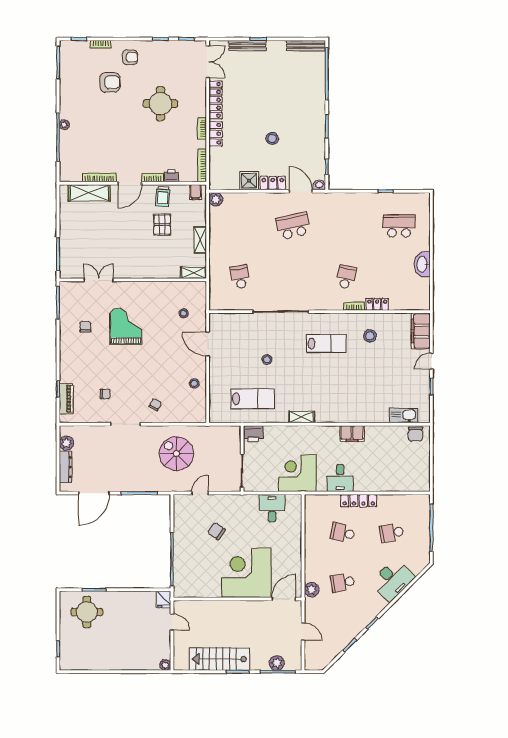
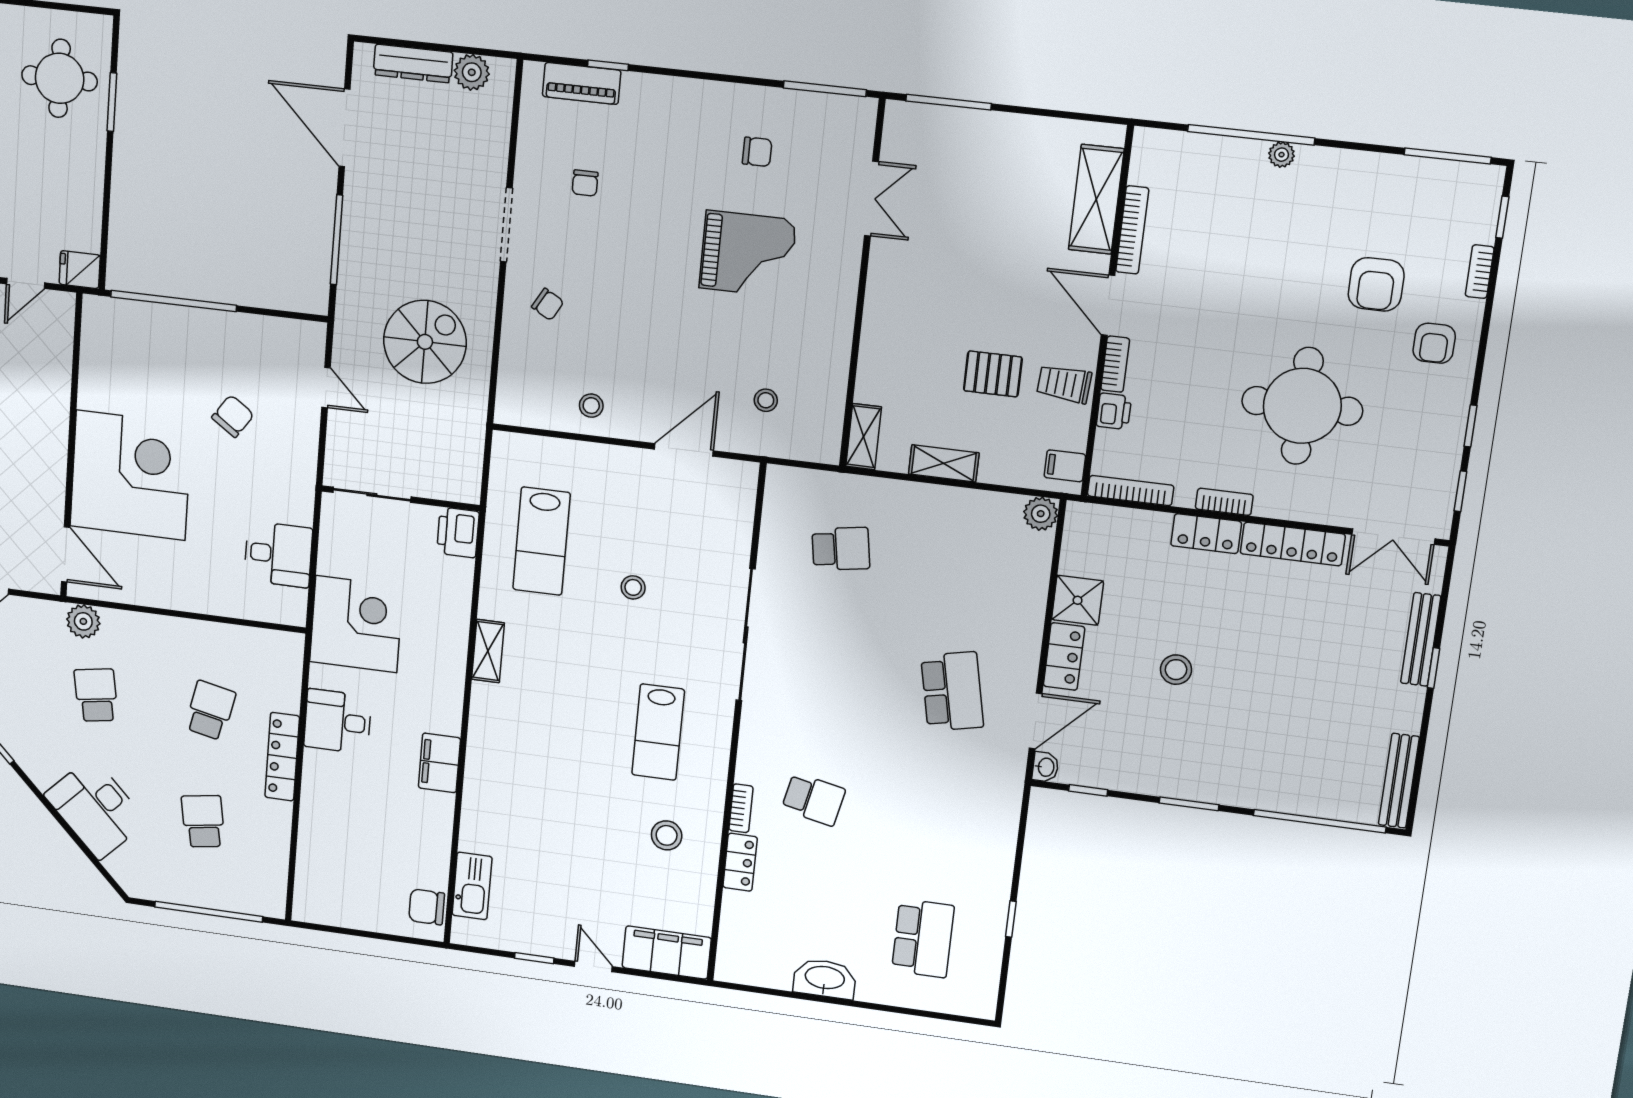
round table: (160, 104) -> (1302, 406), width x1.36, depth x1.36

